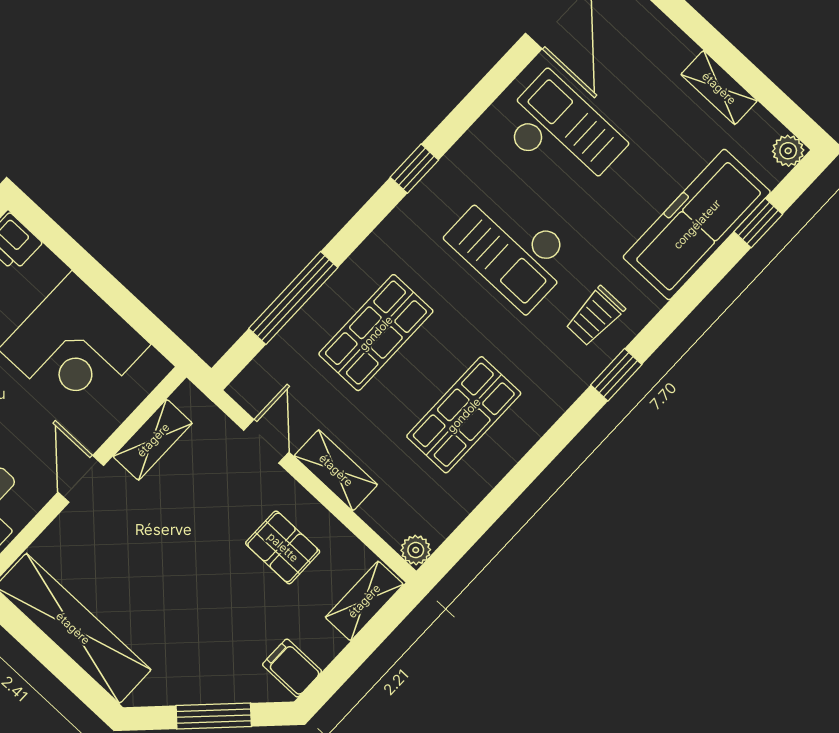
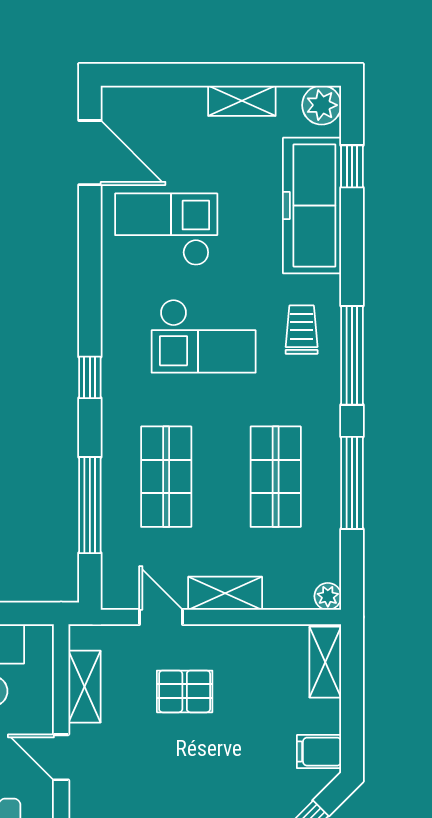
plant: (788, 151) -> (322, 105), width x1.38, depth x1.38
window: (414, 169) -> (90, 377), moved
trolley: (595, 316) -> (302, 330), turned 180
window: (616, 375) -> (352, 355), width x2.17
window: (520, 477) -> (352, 483), added
pallet: (283, 547) -> (185, 691), moved

